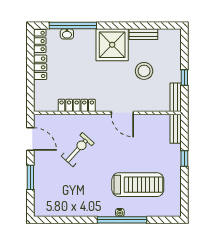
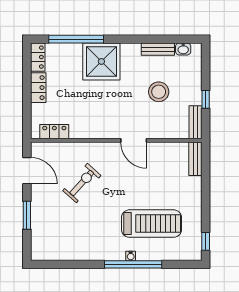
washbasin: (67, 34) -> (183, 49), moved
shower: (112, 45) -> (101, 61), moved
locker: (77, 105) -> (54, 132), moved, width x0.66
window: (184, 158) -> (206, 241), moved

